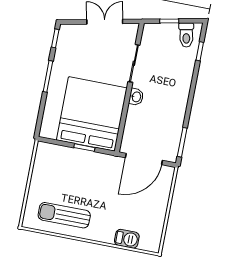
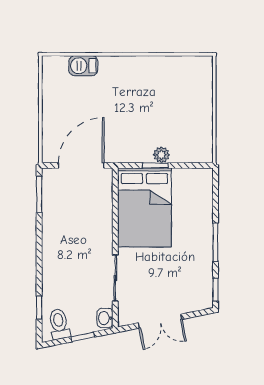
washbasin: (136, 97) -> (105, 318), moved
bed: (92, 114) -> (144, 207), width x0.73
plant: (78, 155) -> (161, 155), added
sun lounger: (64, 215) -> (164, 80), removed

